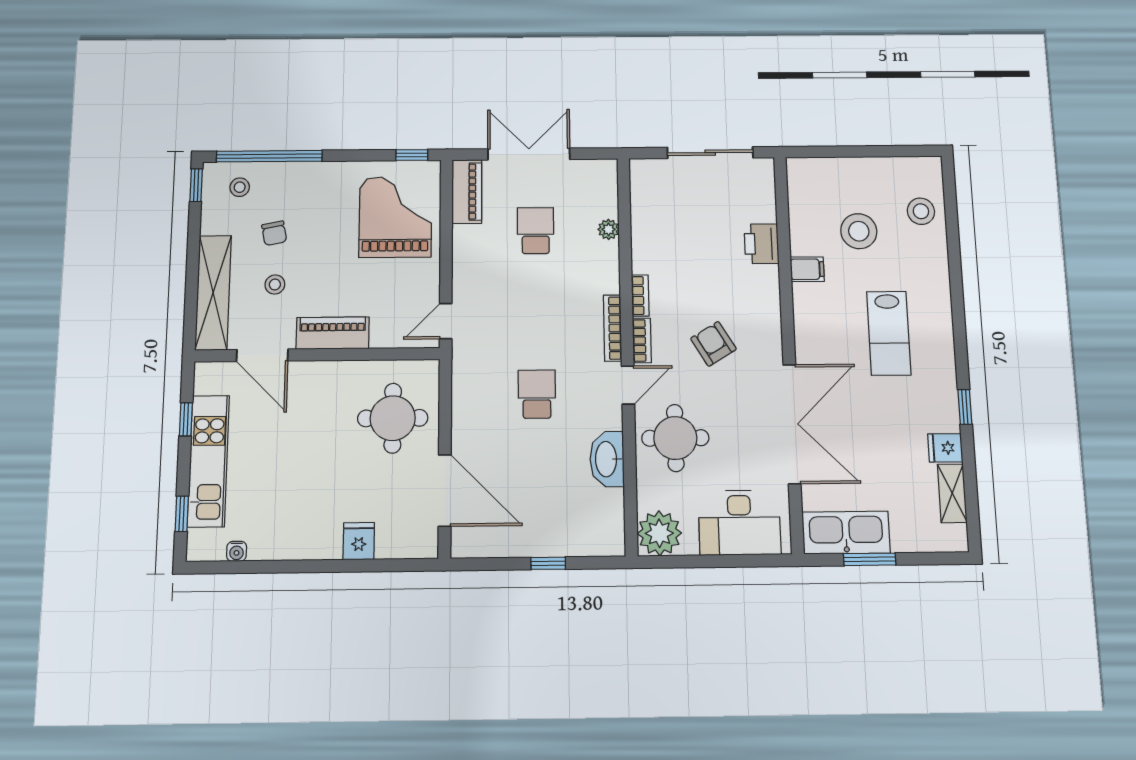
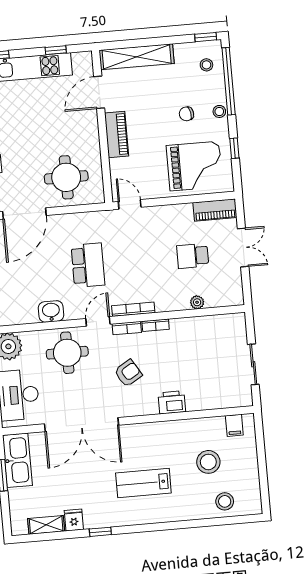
sliding door: (710, 153) -> (253, 364), width x0.73
double door: (529, 154) -> (243, 248), width x0.73
window: (412, 155) -> (234, 148), moved
school desk: (536, 231) -> (193, 256), turned 180
chair: (274, 233) -> (186, 114), moved
printer: (762, 244) -> (172, 402), moved
filing cabinet: (807, 269) -> (234, 425), moved
stool: (275, 285) -> (219, 111), moved
door: (628, 385) -> (98, 321), swing flipped
school desk: (537, 394) -> (88, 265), width x1.85
washbasin: (607, 459) -> (51, 311), width x0.72

